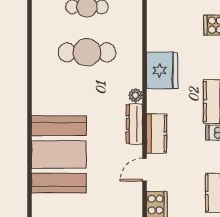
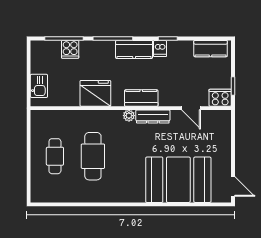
fridge: (162, 71) -> (95, 93), moved
kitchen counter: (157, 134) -> (141, 98), moved

